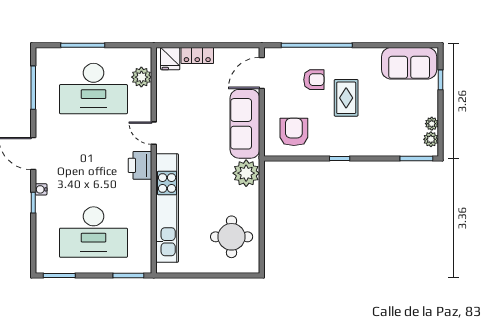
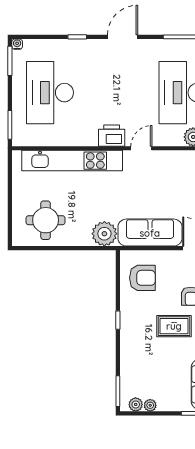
water cooler: (41, 189) -> (17, 44), moved

